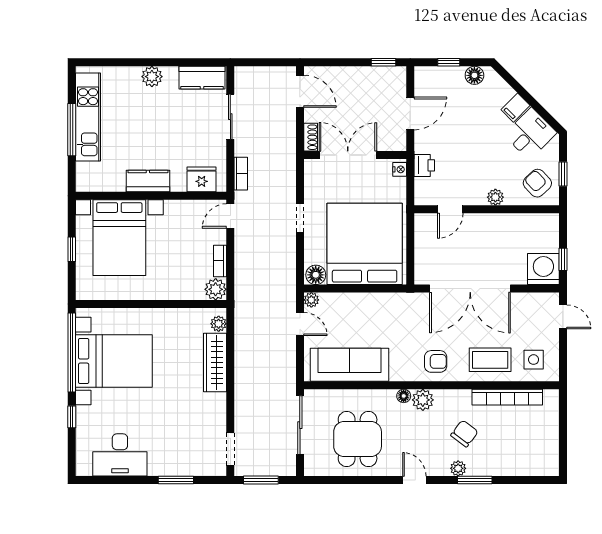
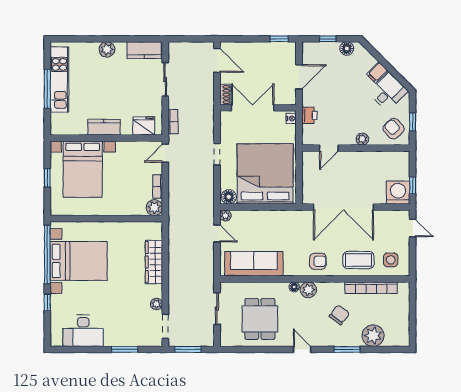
plant: (219, 324) -> (156, 304), moved
sliding door: (300, 425) -> (217, 309), width x0.73
plant: (458, 468) -> (373, 336), moved, width x1.88, depth x1.88

